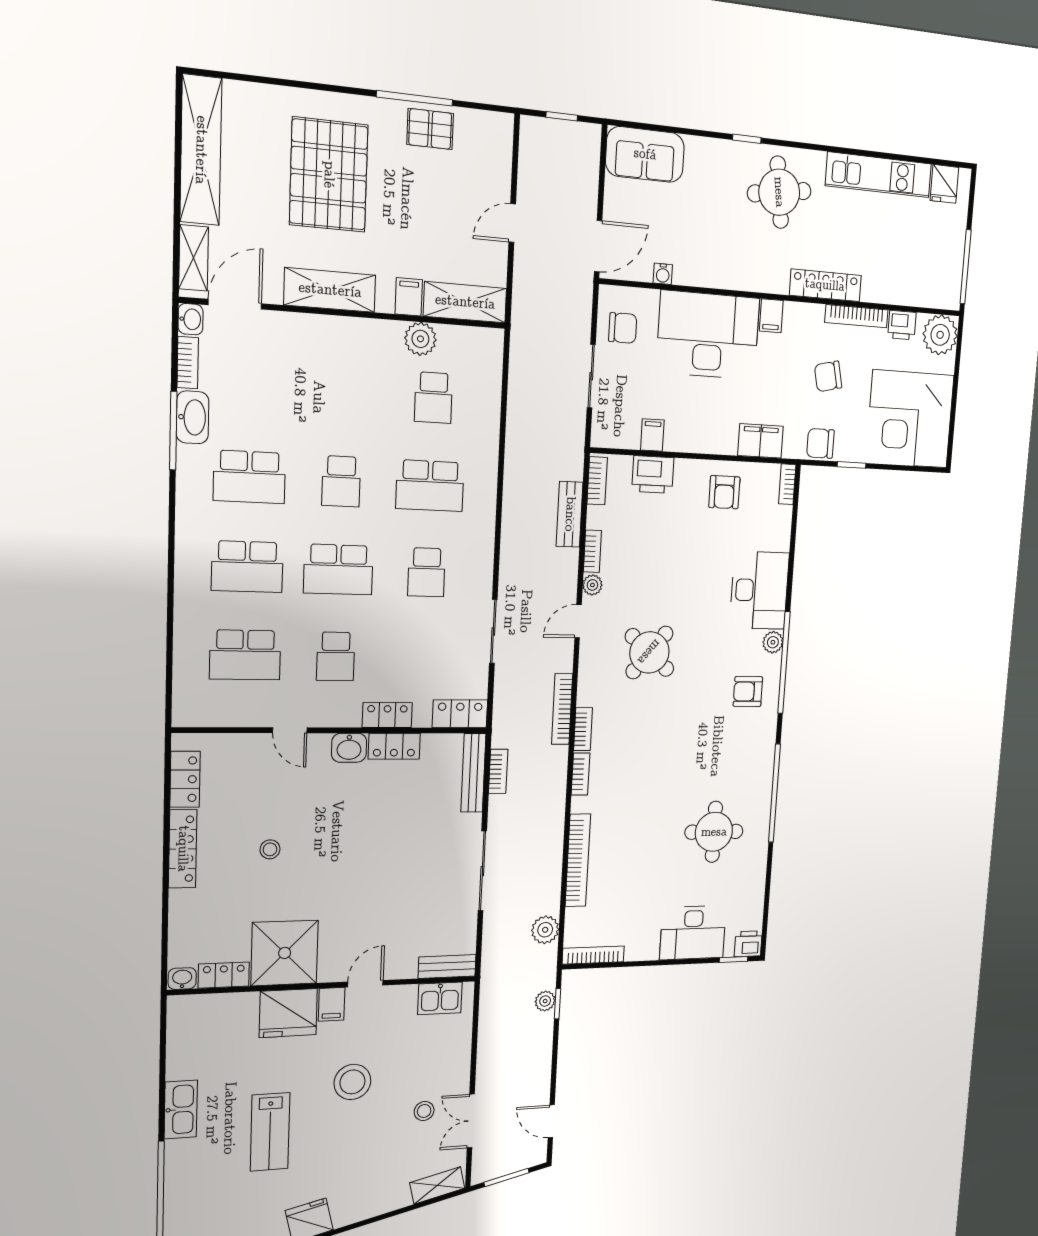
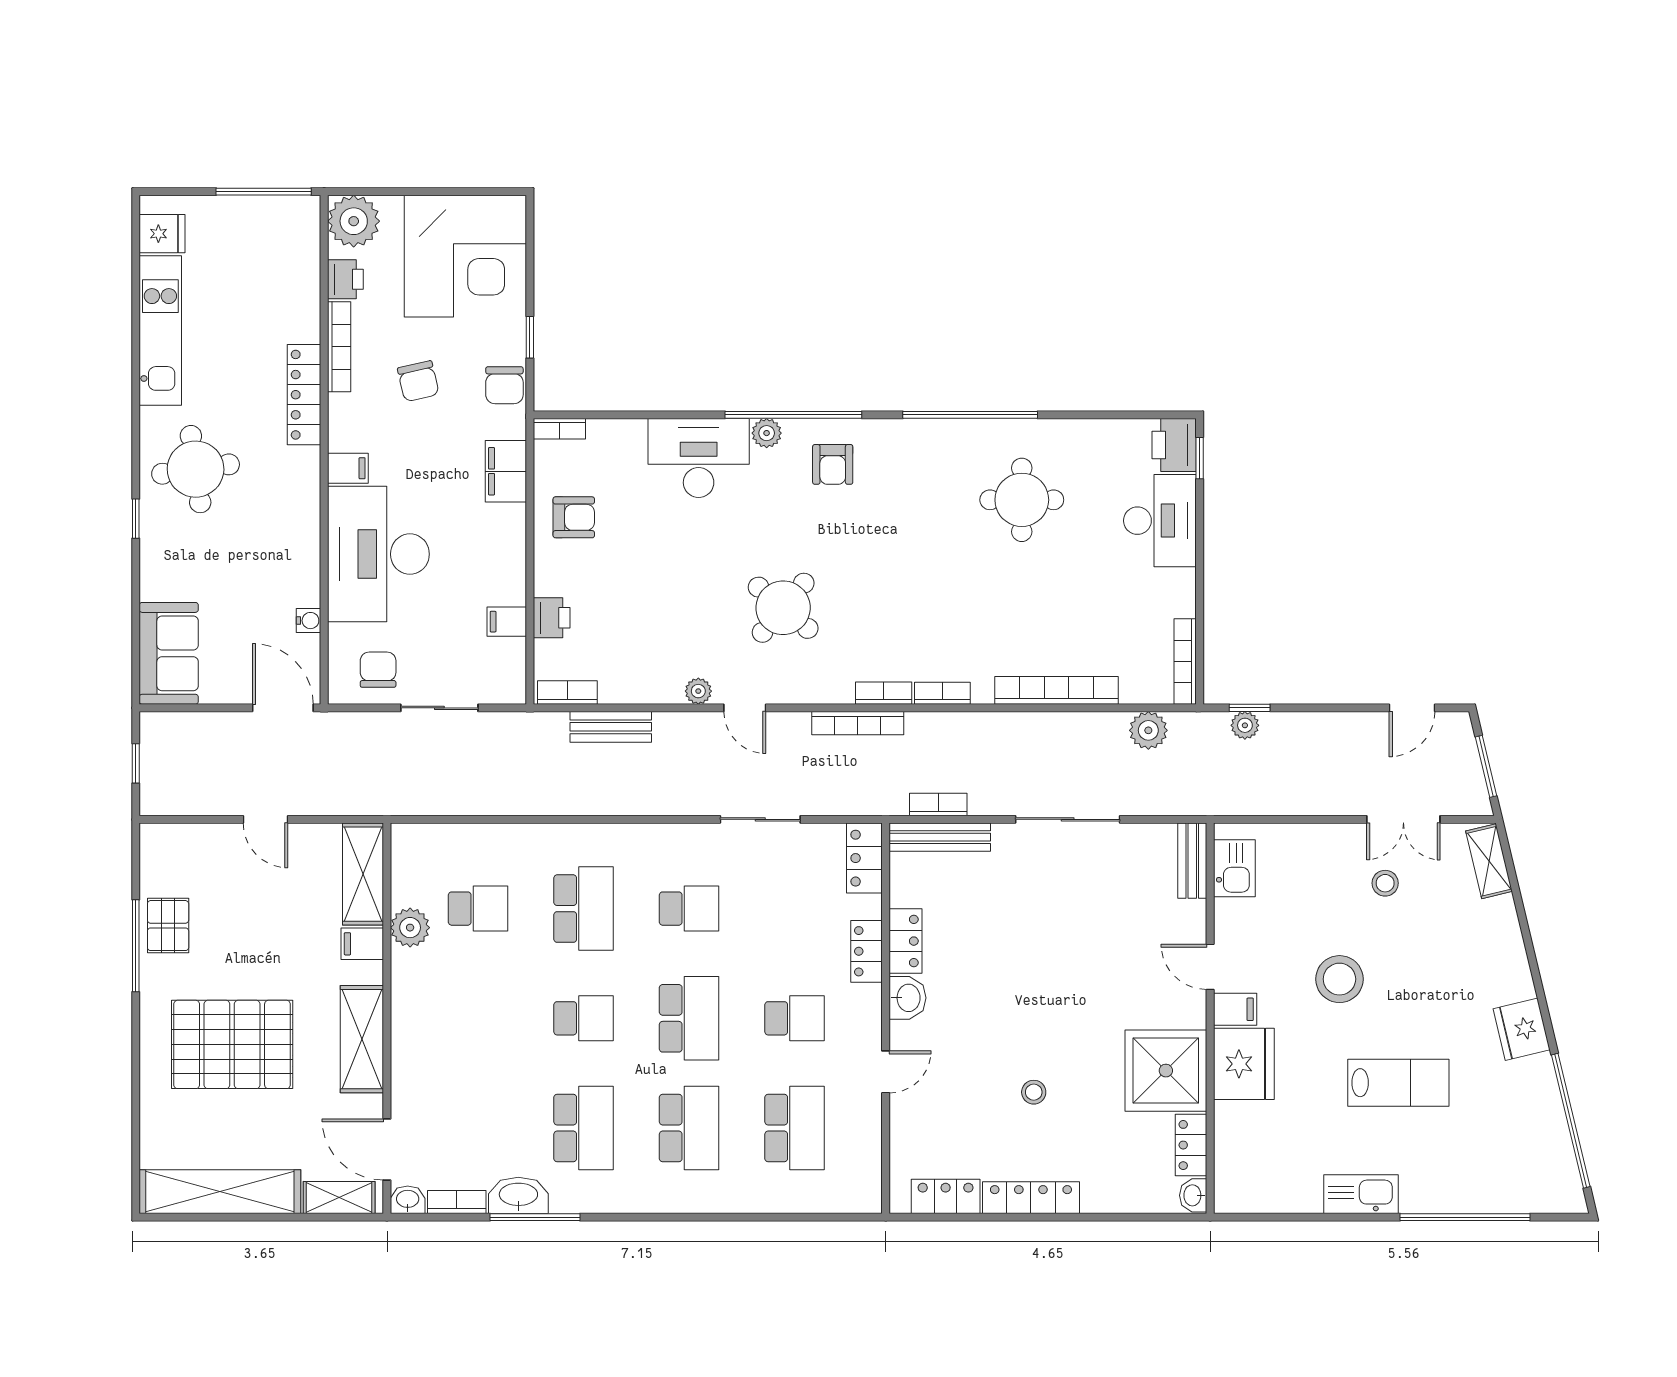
printer: (653, 475) -> (552, 618), width x0.73, depth x0.81
bookcase: (592, 551) -> (656, 694), removed
printer: (748, 944) -> (1174, 445), width x1.36, depth x1.24

